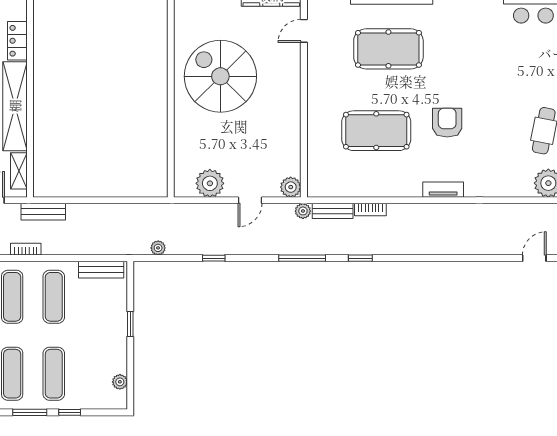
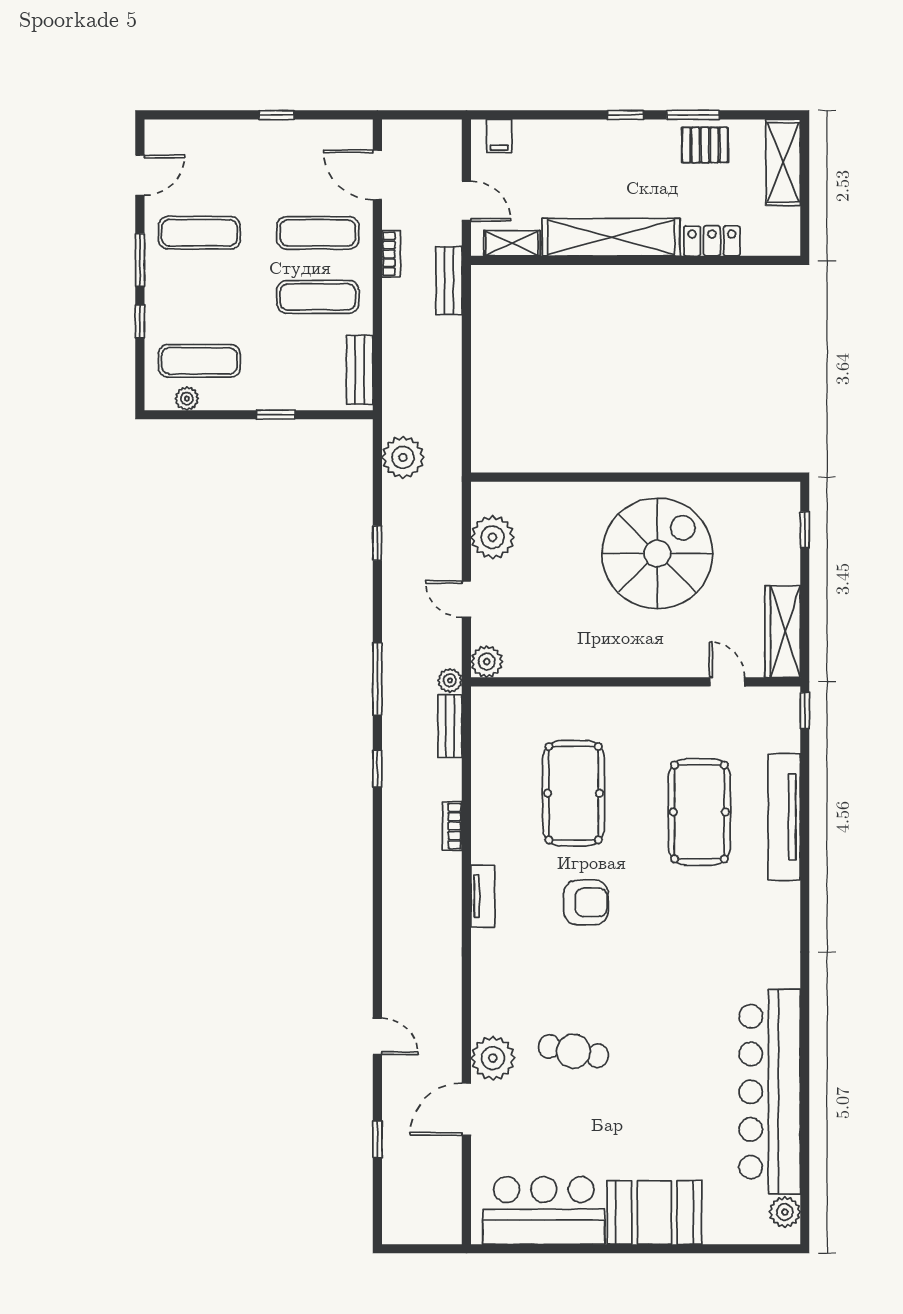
bookcase: (370, 209) -> (452, 826), moved
plant: (158, 248) -> (403, 457), width x1.87, depth x1.87
exercise mat: (54, 374) -> (199, 361), moved

